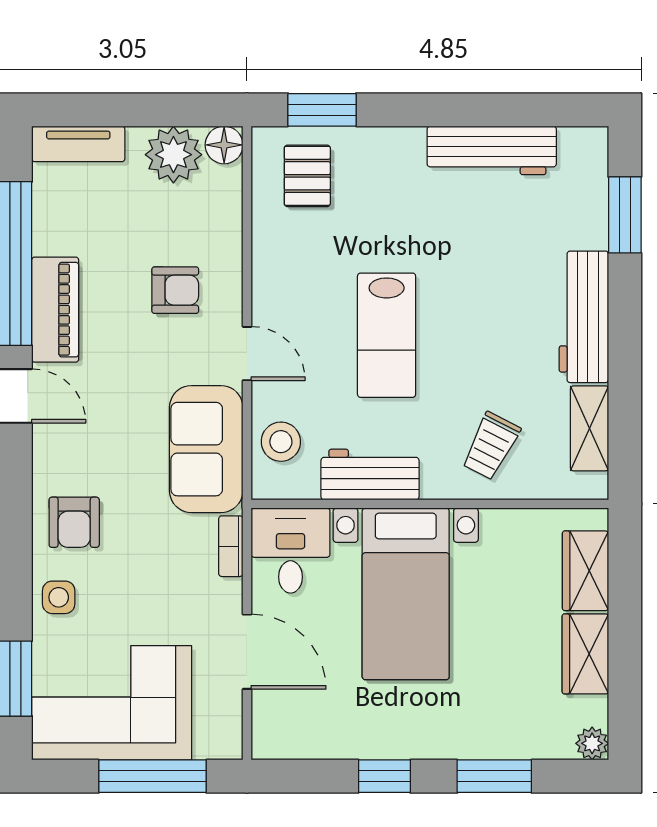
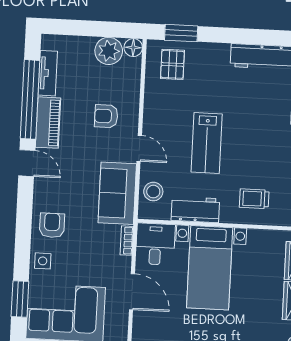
tv unit: (78, 144) -> (48, 73), moved, turned -90
armchair: (175, 290) -> (106, 116), turned 180
trolley: (491, 446) -> (254, 199), turned 63
armchair: (74, 522) -> (52, 225), turned 180

